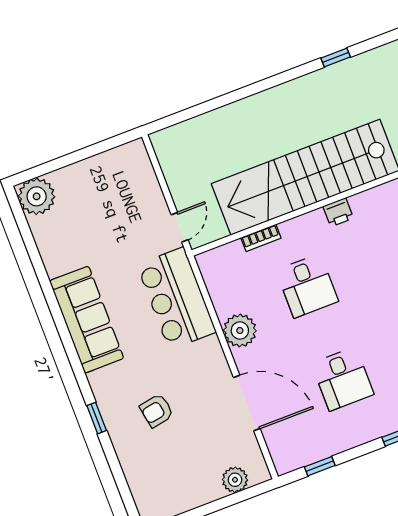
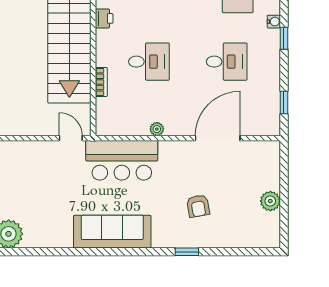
plant: (240, 331) -> (157, 129), width x0.53, depth x0.53
plant: (235, 480) -> (270, 201), moved

